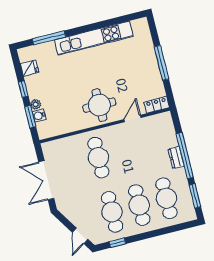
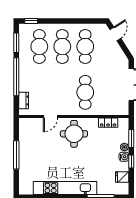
locker: (157, 105) -> (108, 123), moved
water cooler: (39, 116) -> (124, 157), moved
dresser: (176, 158) -> (24, 100), moved
window: (117, 243) -> (31, 21), moved

